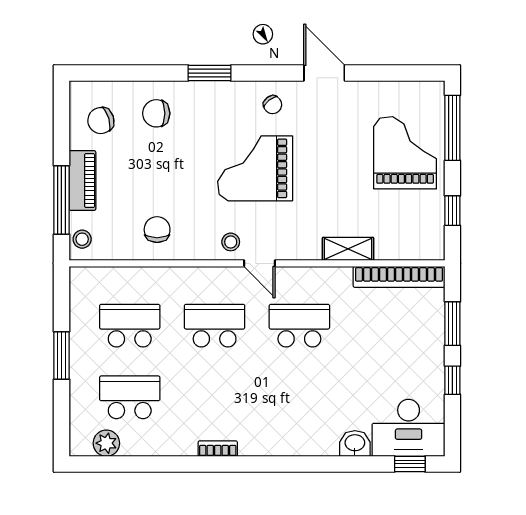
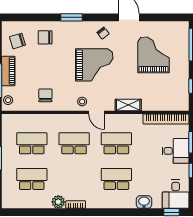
grand piano: (405, 153) -> (153, 55), moved
grand piano: (255, 168) -> (94, 65), turned 180
shelving: (348, 249) -> (128, 105), moved
desk: (418, 341) -> (175, 151), added
school desk: (299, 397) -> (116, 179), added
desk: (409, 428) -> (176, 194), width x0.73
plant: (106, 443) -> (58, 202), moved

